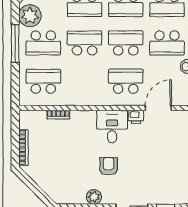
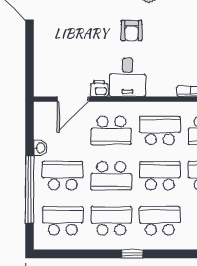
school desk: (85, 43) -> (160, 176), turned 180
school desk: (85, 81) -> (160, 130), added

